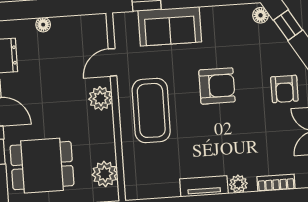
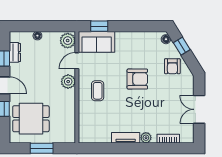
sofa: (170, 26) -> (97, 42), moved
armchair: (284, 89) -> (172, 66), moved
coffee table: (151, 110) -> (98, 91), width x0.54, depth x0.58
plant: (105, 174) -> (68, 41), moved

